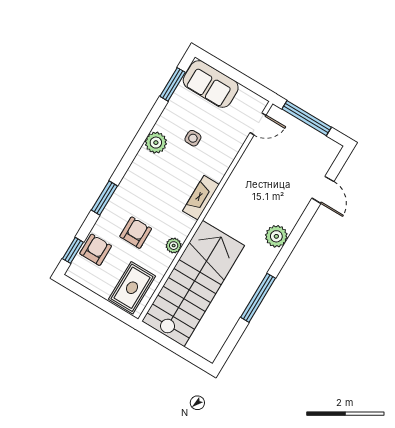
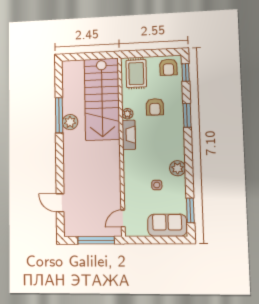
fireplace: (201, 198) -> (129, 135), moved
plant: (276, 236) -> (70, 122), moved
armchair: (96, 250) -> (168, 67), moved

